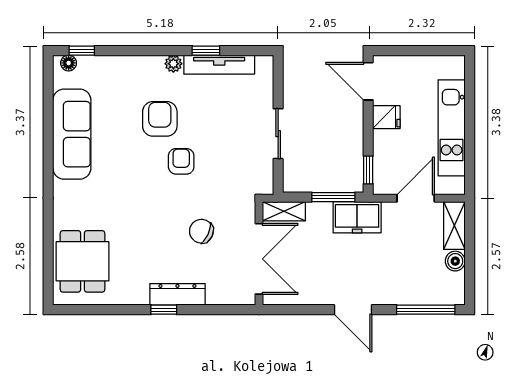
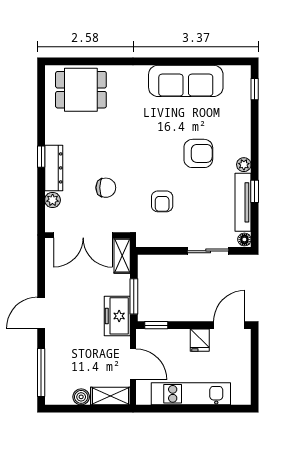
floor lamp: (69, 63) -> (244, 239), moved
sliding door: (278, 134) -> (208, 251), moved
armchair: (181, 161) -> (162, 201), moved, turned 90
chair: (201, 231) -> (106, 188), turned 65
plant: (216, 296) -> (53, 200), added

